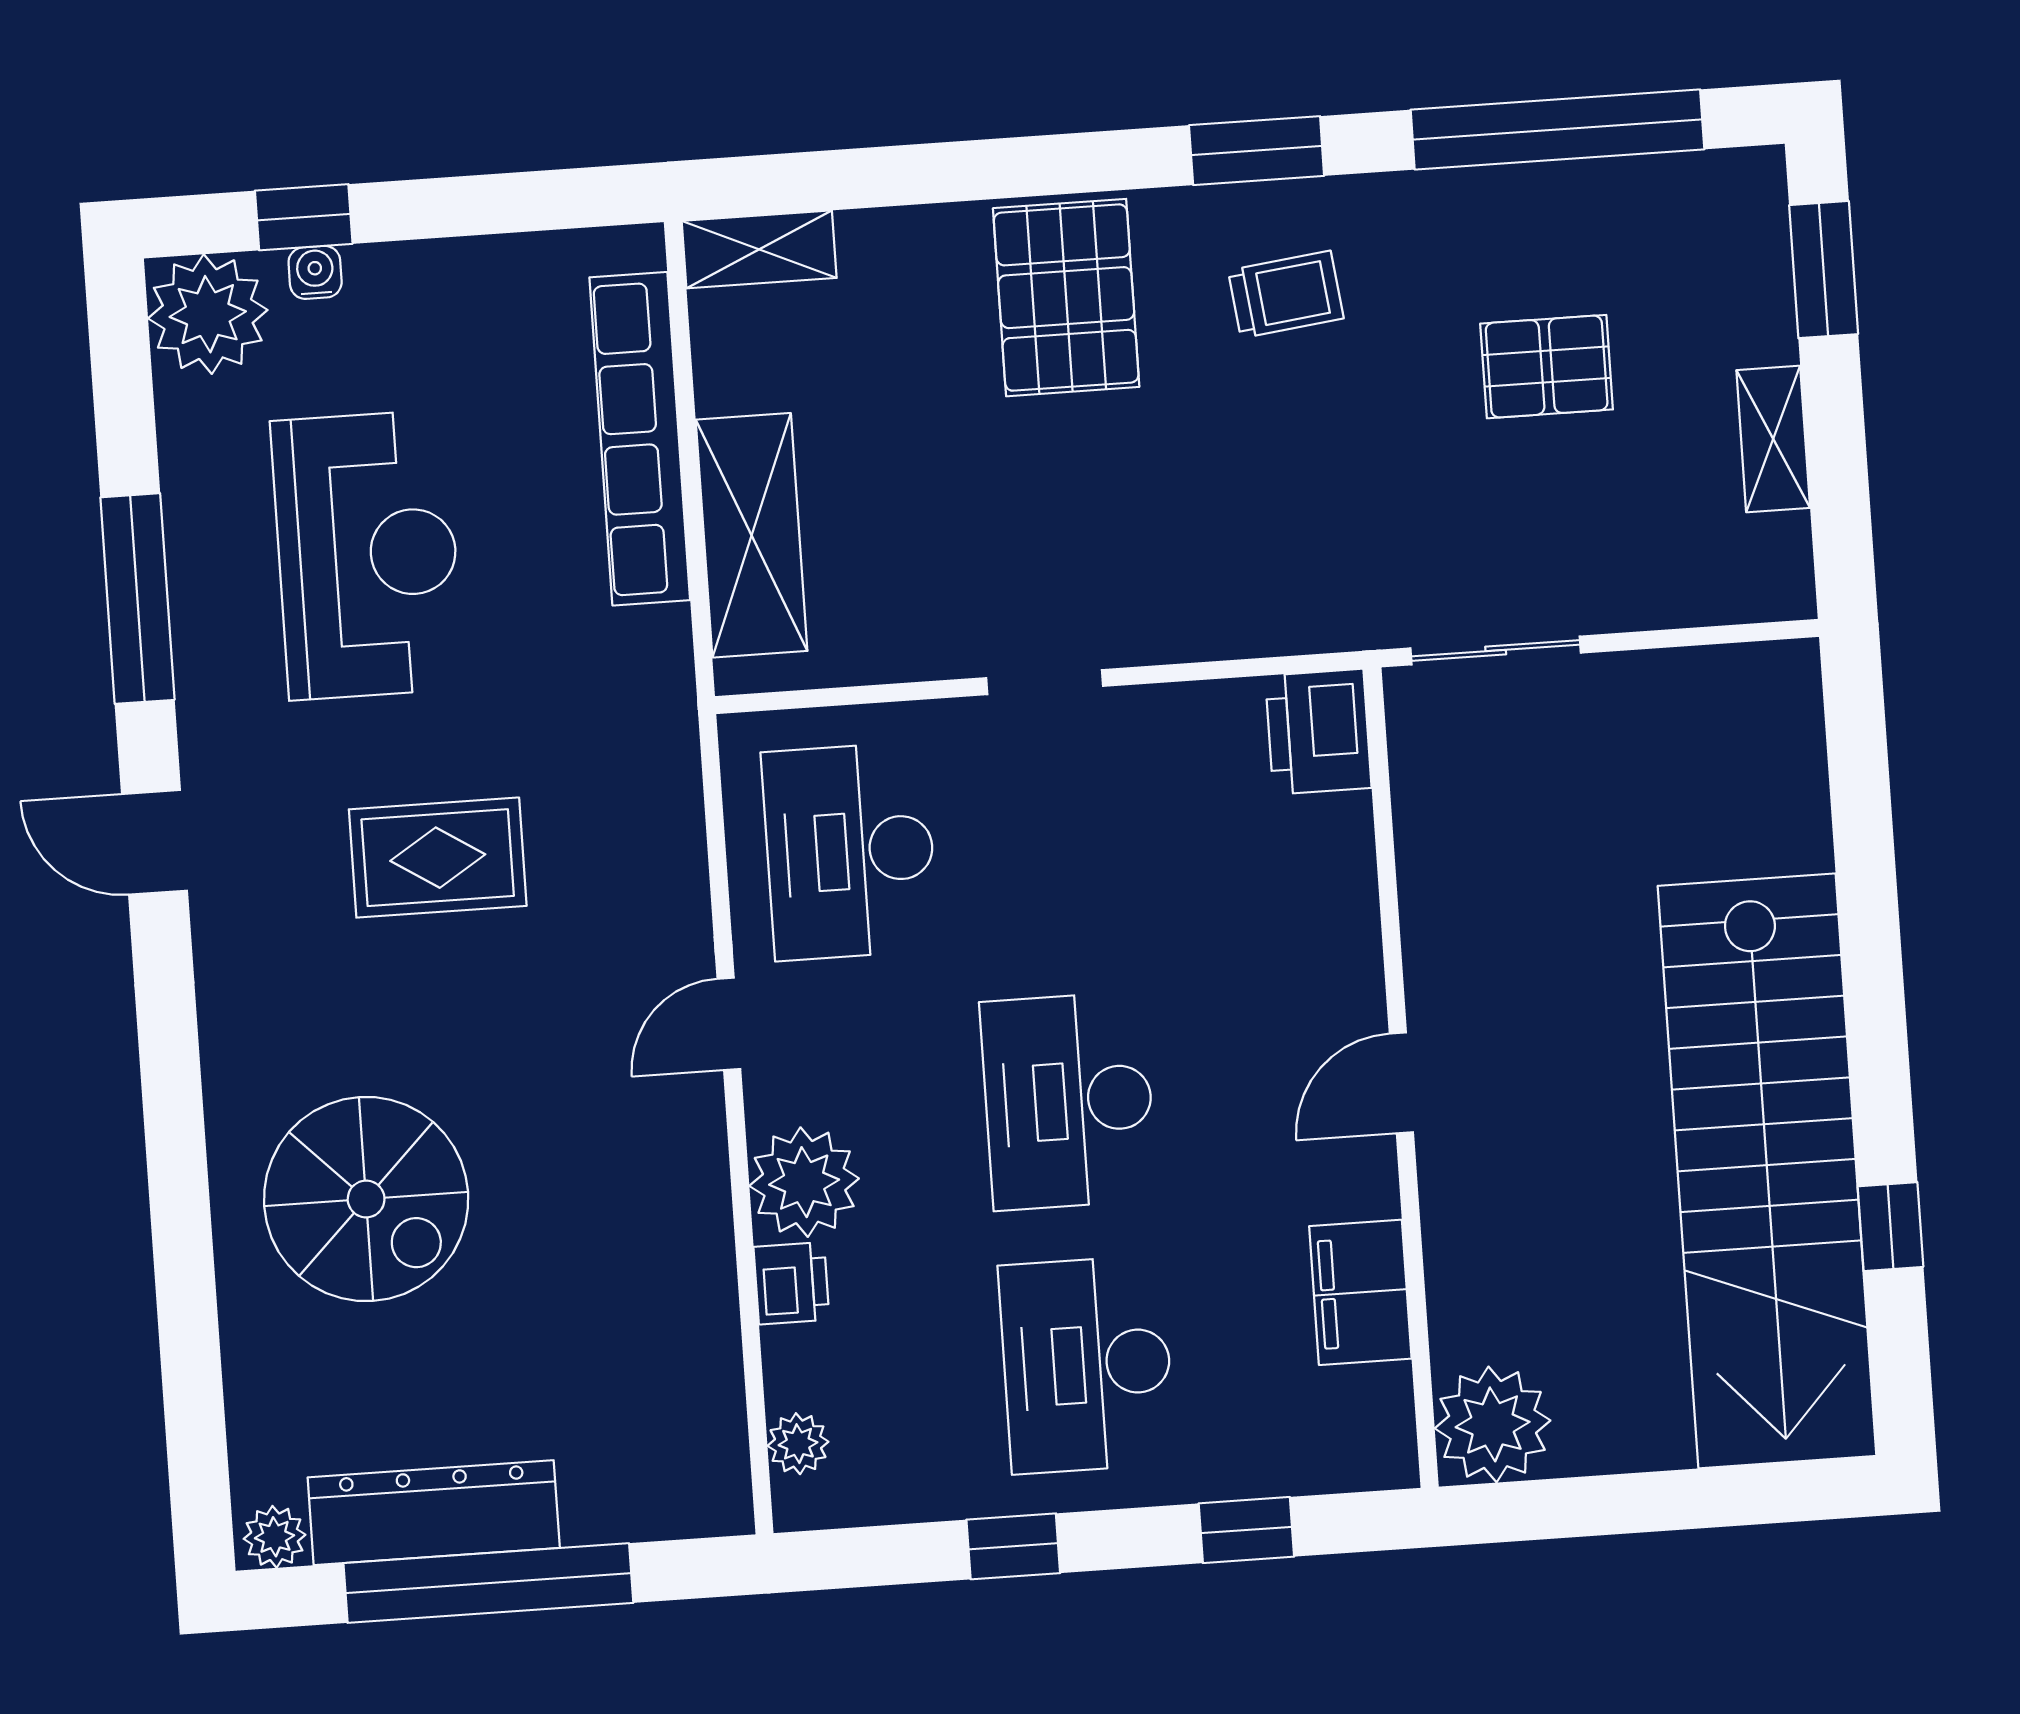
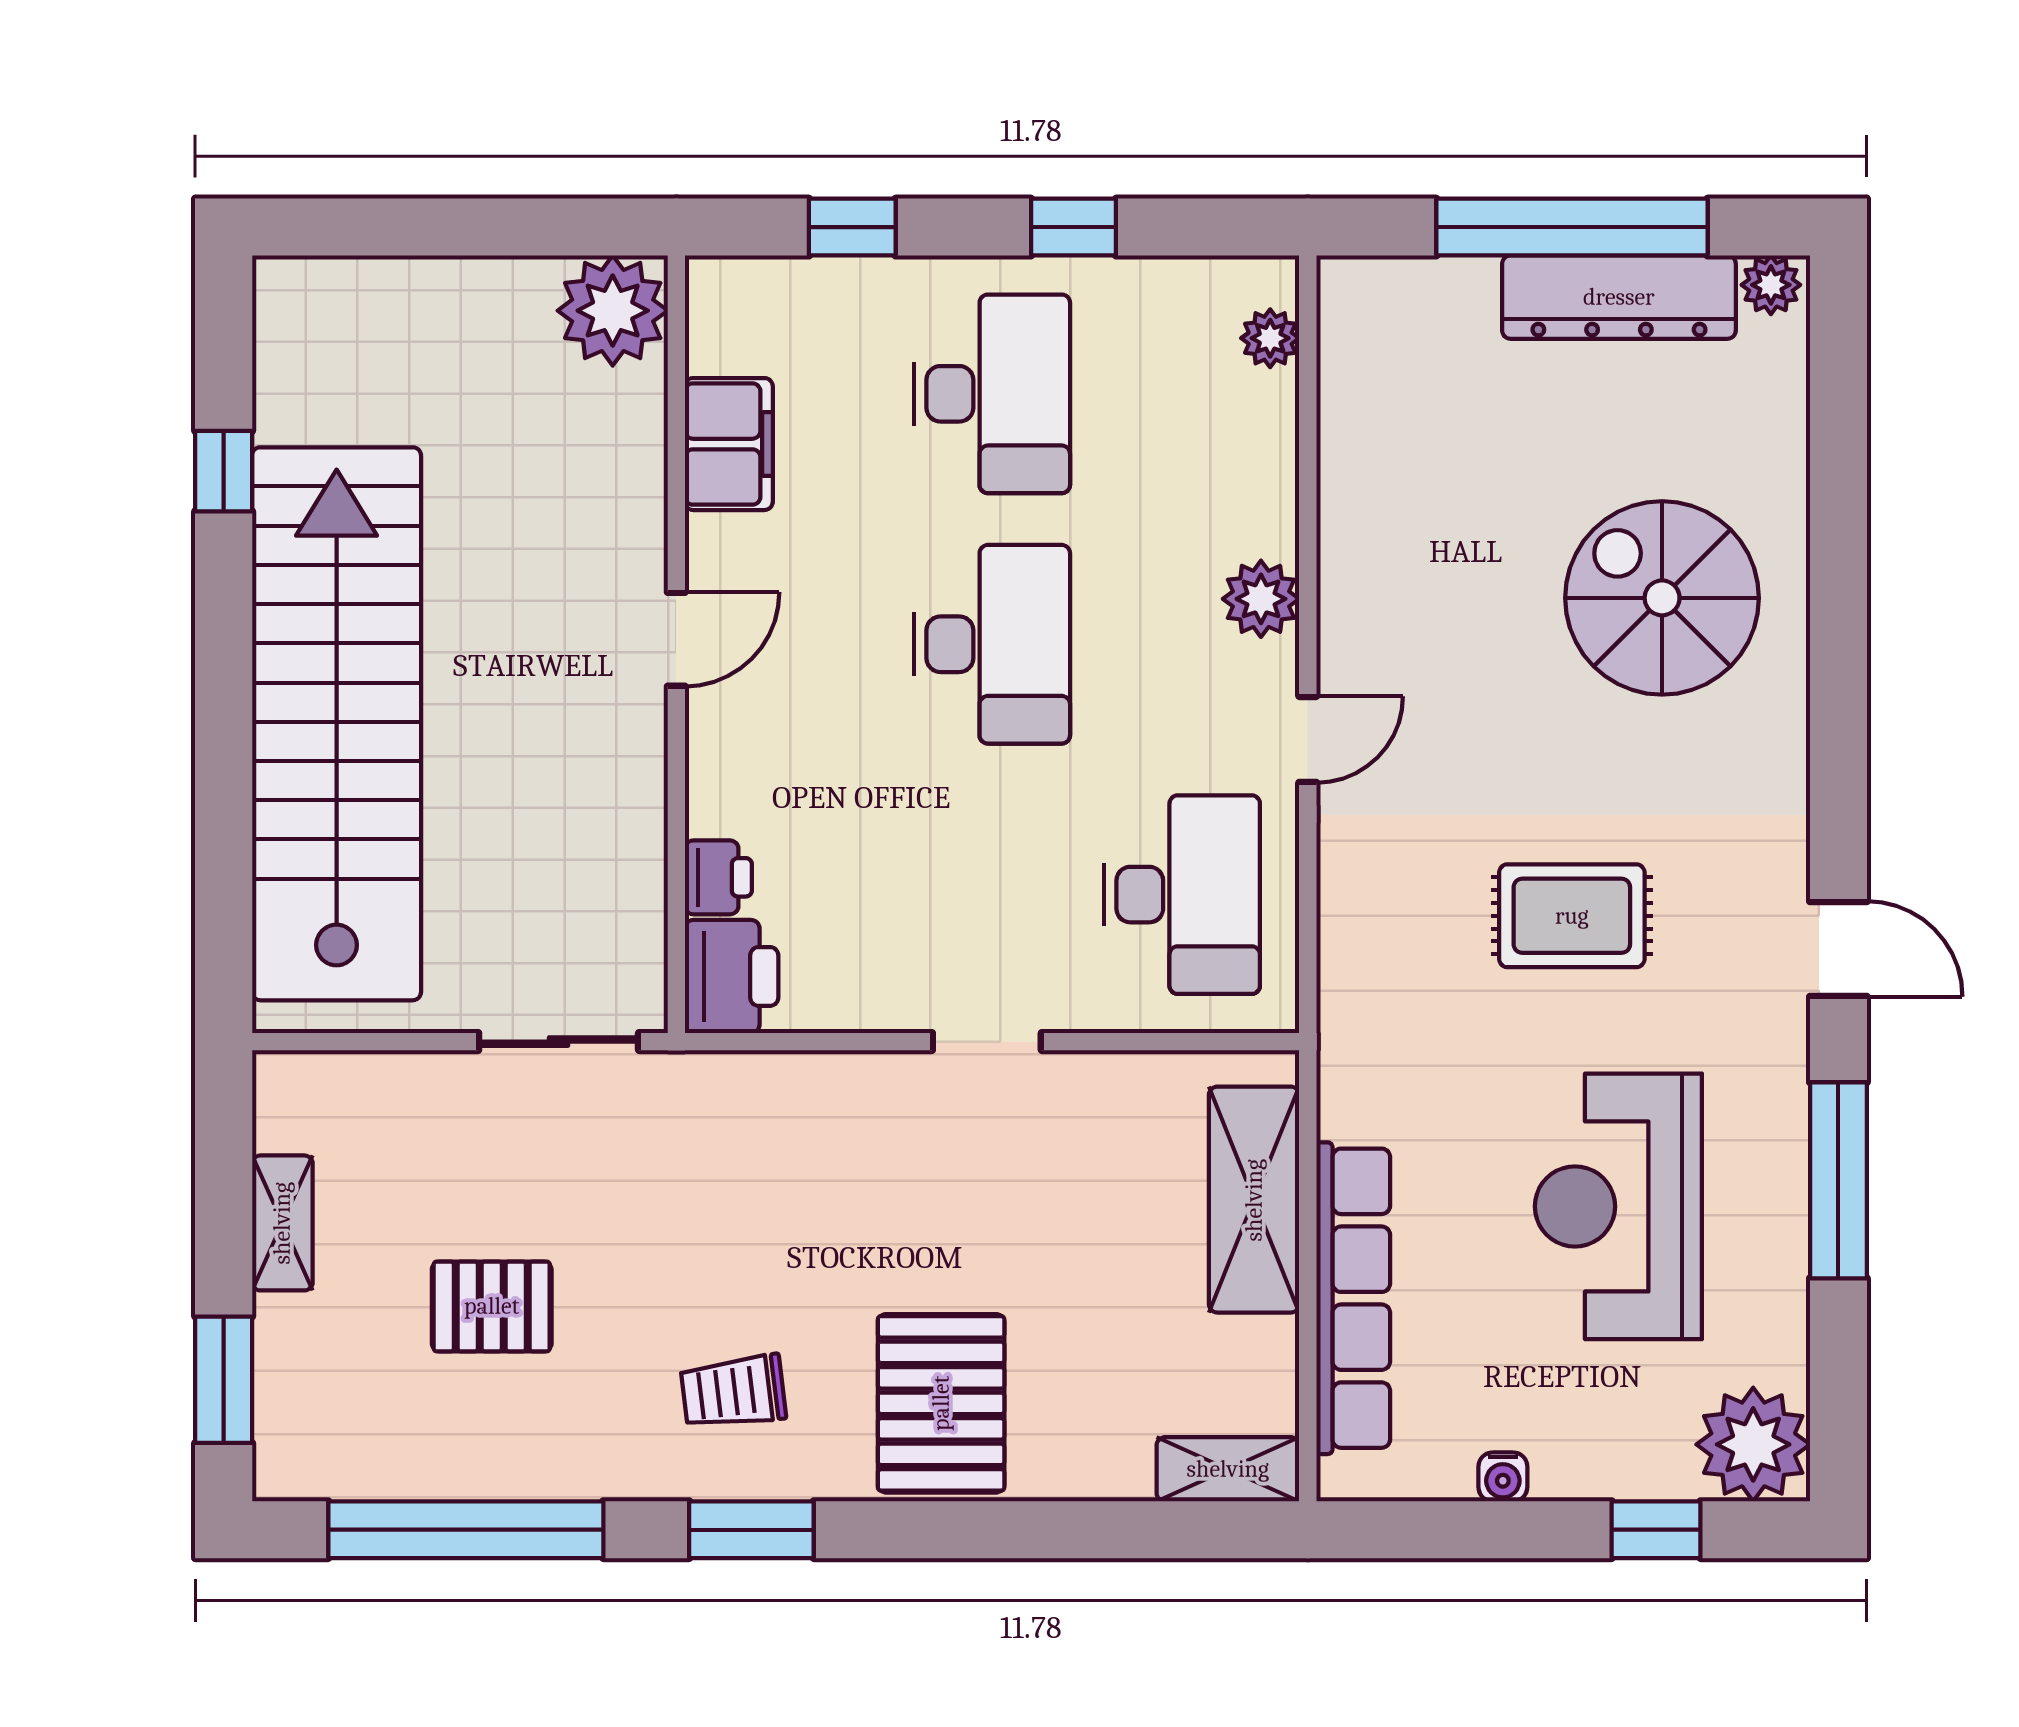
water cooler: (315, 272) -> (1503, 1477), moved
stairs: (1767, 1171) -> (337, 724), moved
plant: (804, 1182) -> (1261, 599), width x0.73, depth x0.73
printer: (792, 1283) -> (718, 877), moved, turned 180

